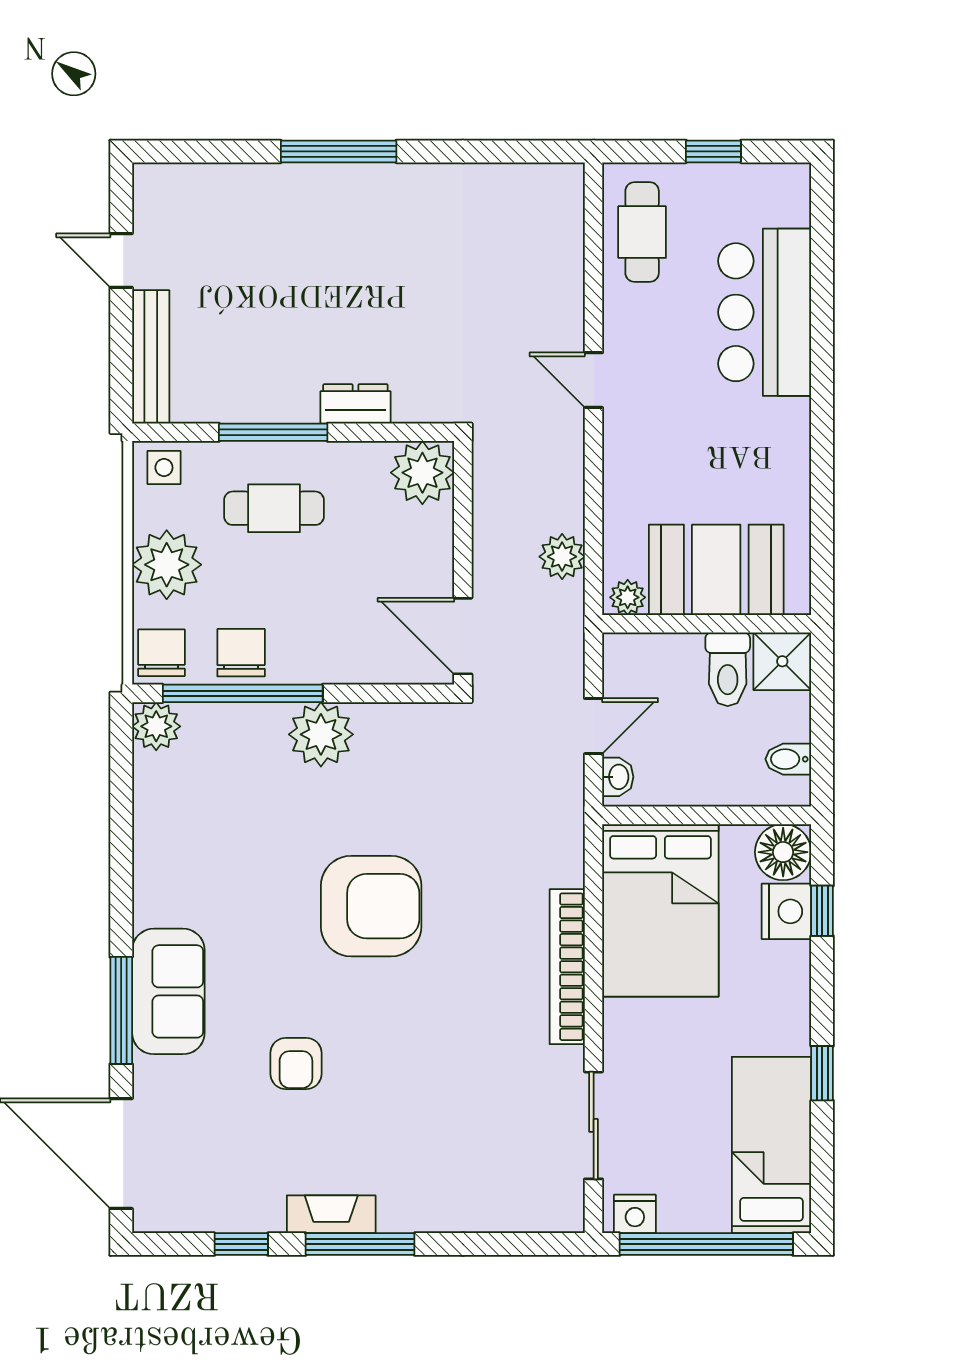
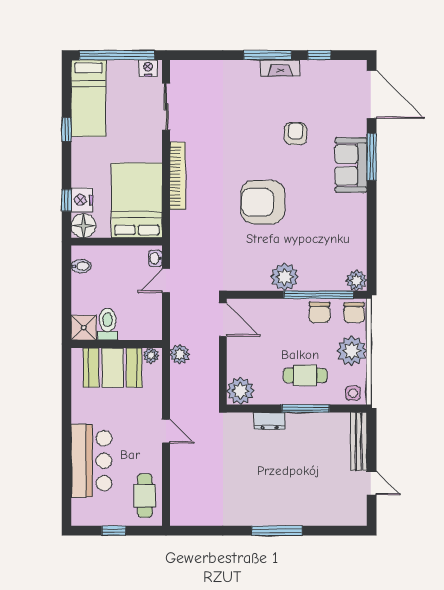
booth: (716, 570) -> (113, 368), moved
plant: (628, 597) -> (151, 356), moved
wall: (707, 624) -> (117, 344), moved
shower: (782, 661) -> (84, 328), moved
toilet: (728, 669) -> (108, 324), moved

